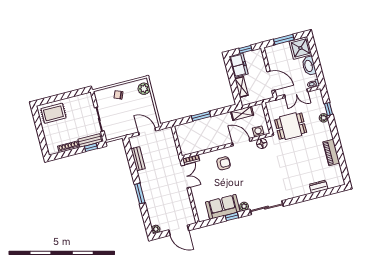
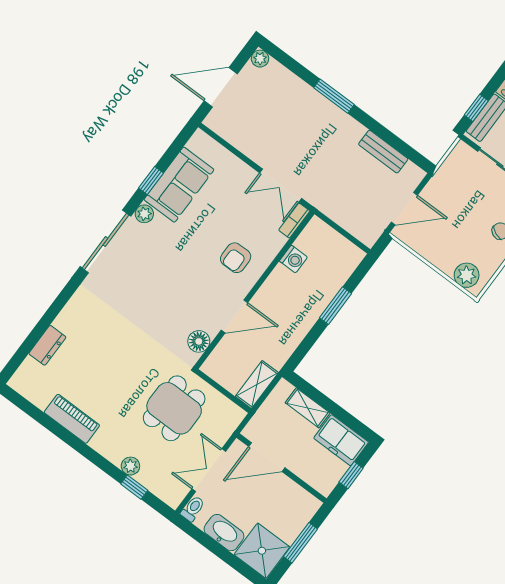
shelving: (242, 113) -> (257, 385), moved
washing machine: (258, 132) -> (293, 259), moved

